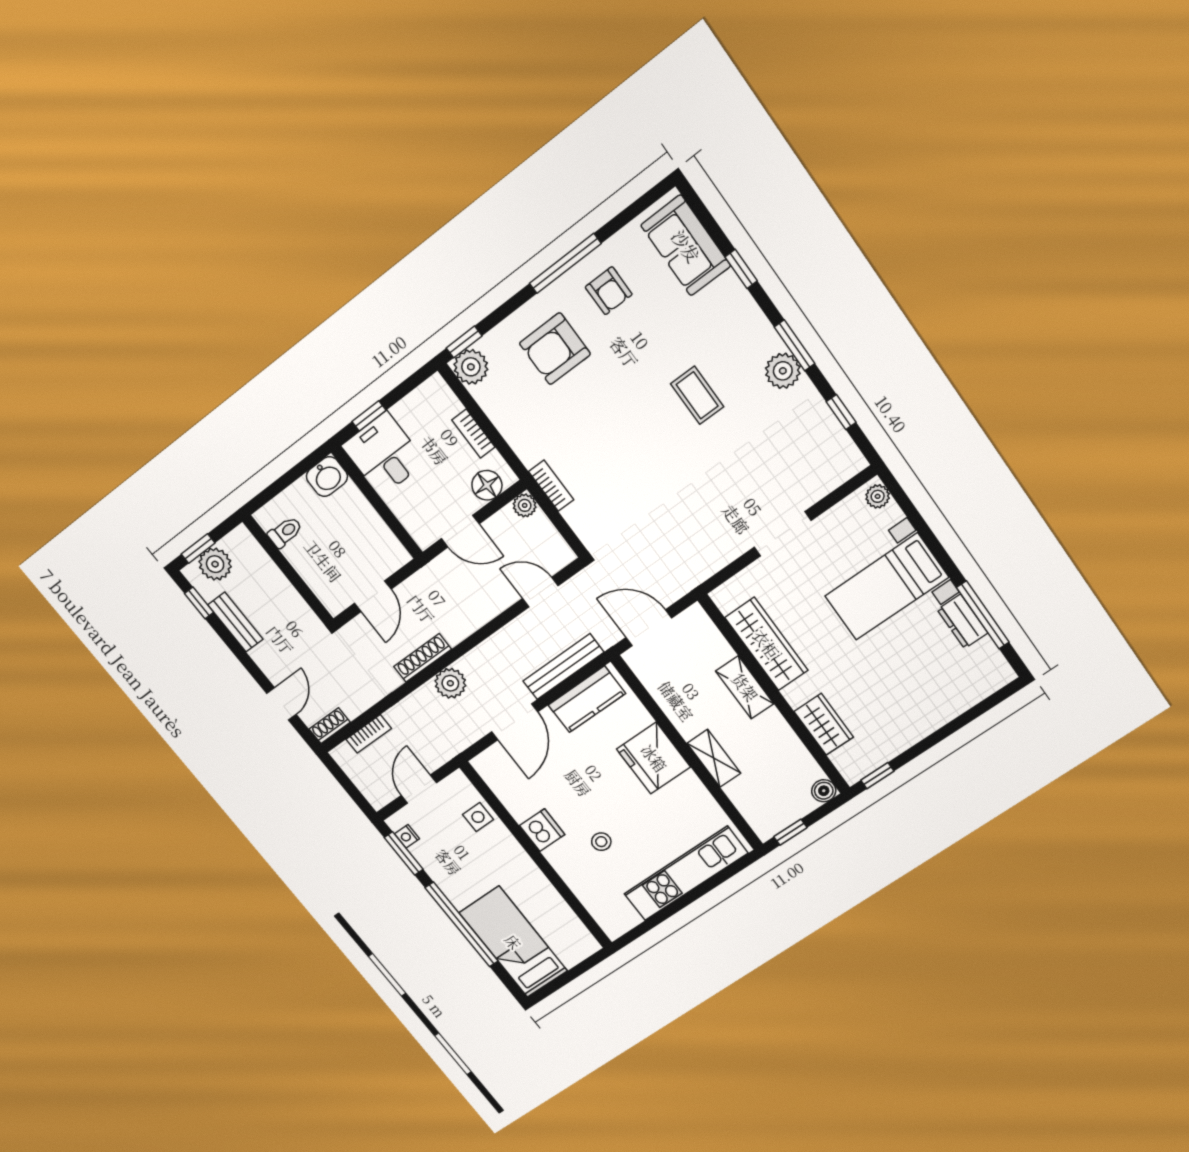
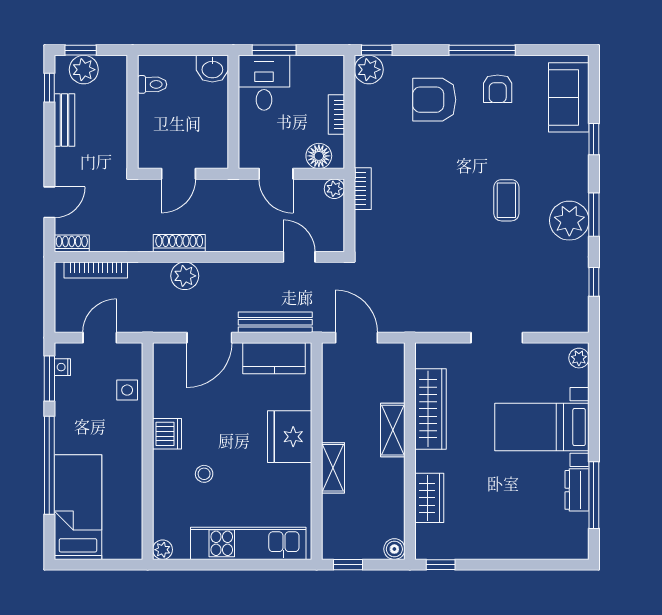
plant: (783, 371) -> (569, 221), width x1.36, depth x1.36
window: (369, 416) -> (274, 50), width x1.50
bookcase: (369, 734) -> (96, 270), width x1.56
plant: (614, 929) -> (163, 550), added

